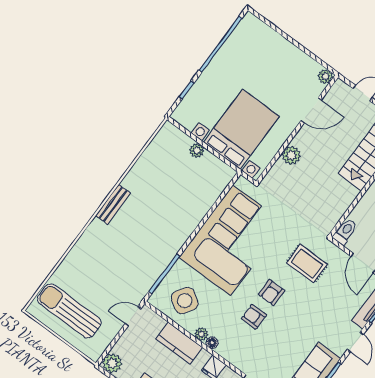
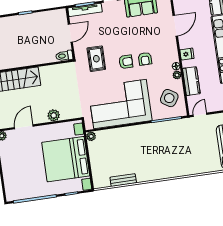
door: (311, 110) -> (24, 127), hinge flipped
bed with nightstands: (241, 129) -> (66, 159), width x1.36
plant: (197, 151) -> (91, 136), moved
bench: (113, 204) -> (123, 180), moved
door: (133, 316) -> (200, 115), swing flipped

